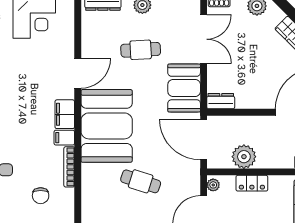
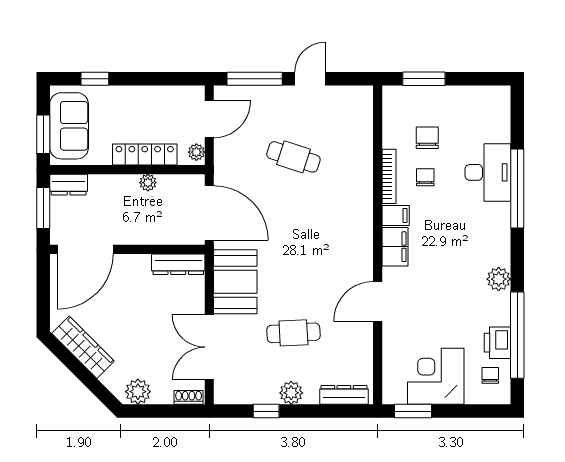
dresser: (221, 101) -> (178, 264), width x1.44
booth: (107, 126) -> (339, 231), removed
plant: (244, 157) -> (148, 183), width x0.53, depth x0.53
chair: (42, 166) -> (425, 177), added
locker: (252, 183) -> (145, 155), width x1.53

